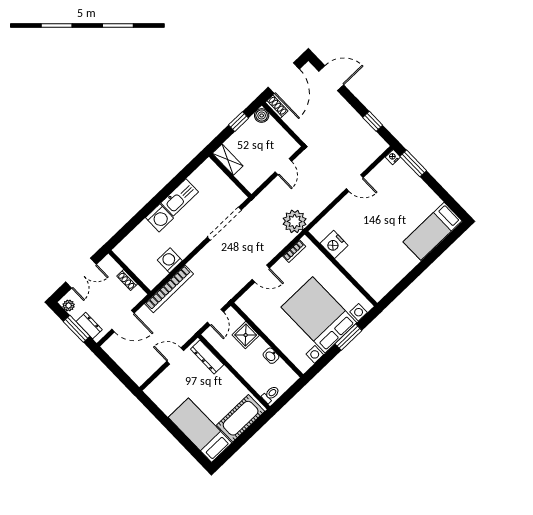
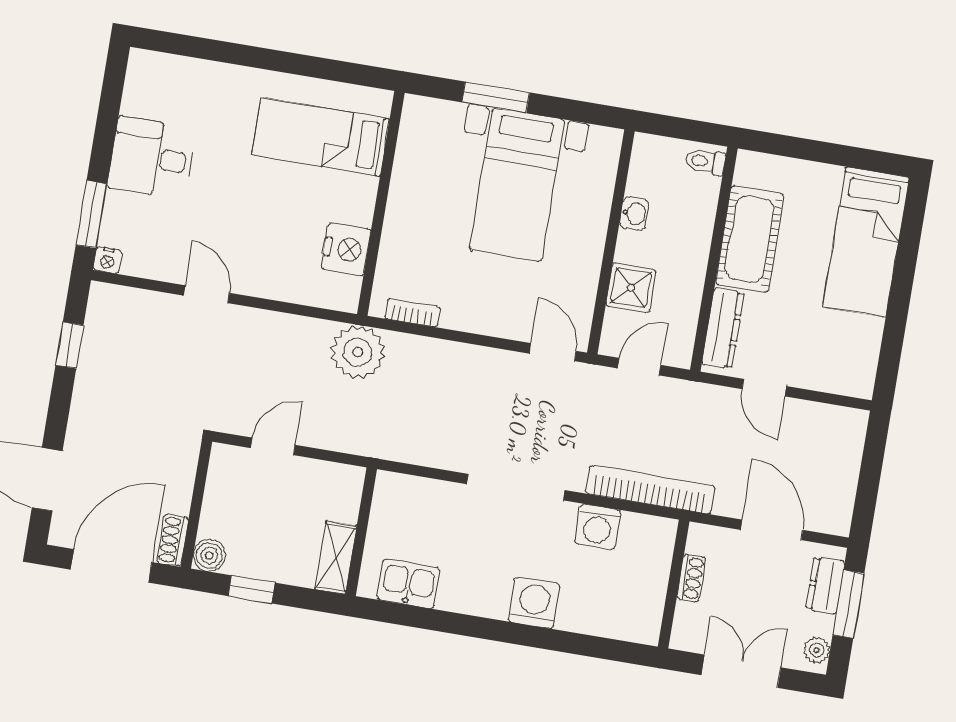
kitchen sink: (180, 197) -> (408, 584), moved, width x0.73
desk: (417, 200) -> (152, 158), added
doorway: (224, 224) -> (516, 487), moved
bed: (432, 231) -> (321, 137), moved, turned 180
door: (261, 274) -> (553, 352), moved
bed with nightstands: (319, 315) -> (517, 185), width x0.73
cot: (241, 418) -> (750, 239), moved, turned 90

